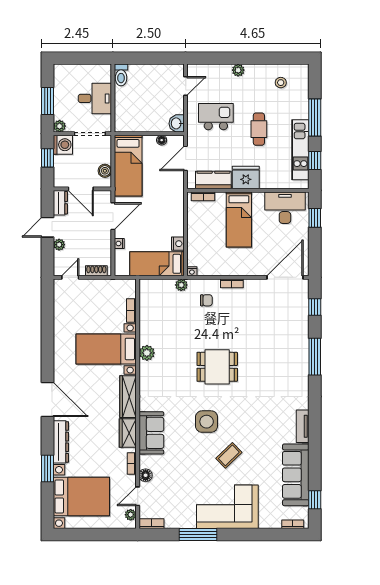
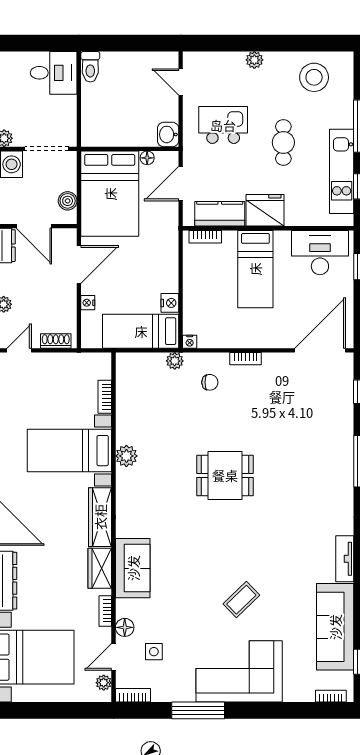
stool: (281, 83) -> (314, 77), width x1.89, depth x1.89
door: (186, 86) -> (181, 82), swing flipped
desk: (95, 98) -> (54, 73), moved
bed: (128, 166) -> (110, 194), width x1.50
side table: (207, 422) -> (154, 652), moved, width x0.54, depth x0.54

